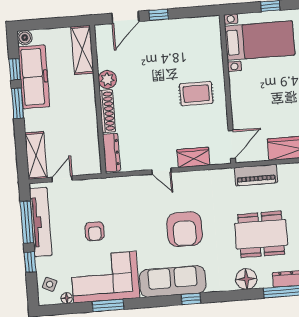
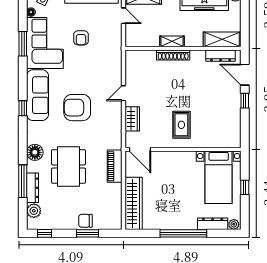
plant: (107, 79) -> (198, 57), removed
shelving: (90, 114) -> (172, 41), added
dresser: (111, 153) -> (221, 56), moved
armchair: (95, 231) -> (81, 38), turned -90

